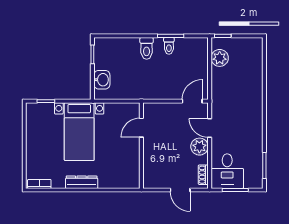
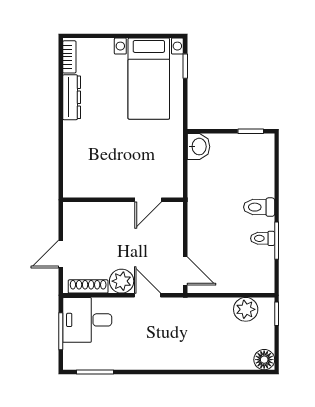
floor lamp: (256, 45) -> (264, 360), added
washbasin: (102, 80) -> (198, 147), moved, turned -90
door: (141, 128) -> (148, 200), swing flipped
door: (210, 128) -> (148, 295), hinge flipped
bed with nightstands: (79, 132) -> (149, 79), moved, turned -90
shoe rack: (203, 175) -> (88, 286), width x1.43
dresser: (82, 182) -> (72, 97), moved

